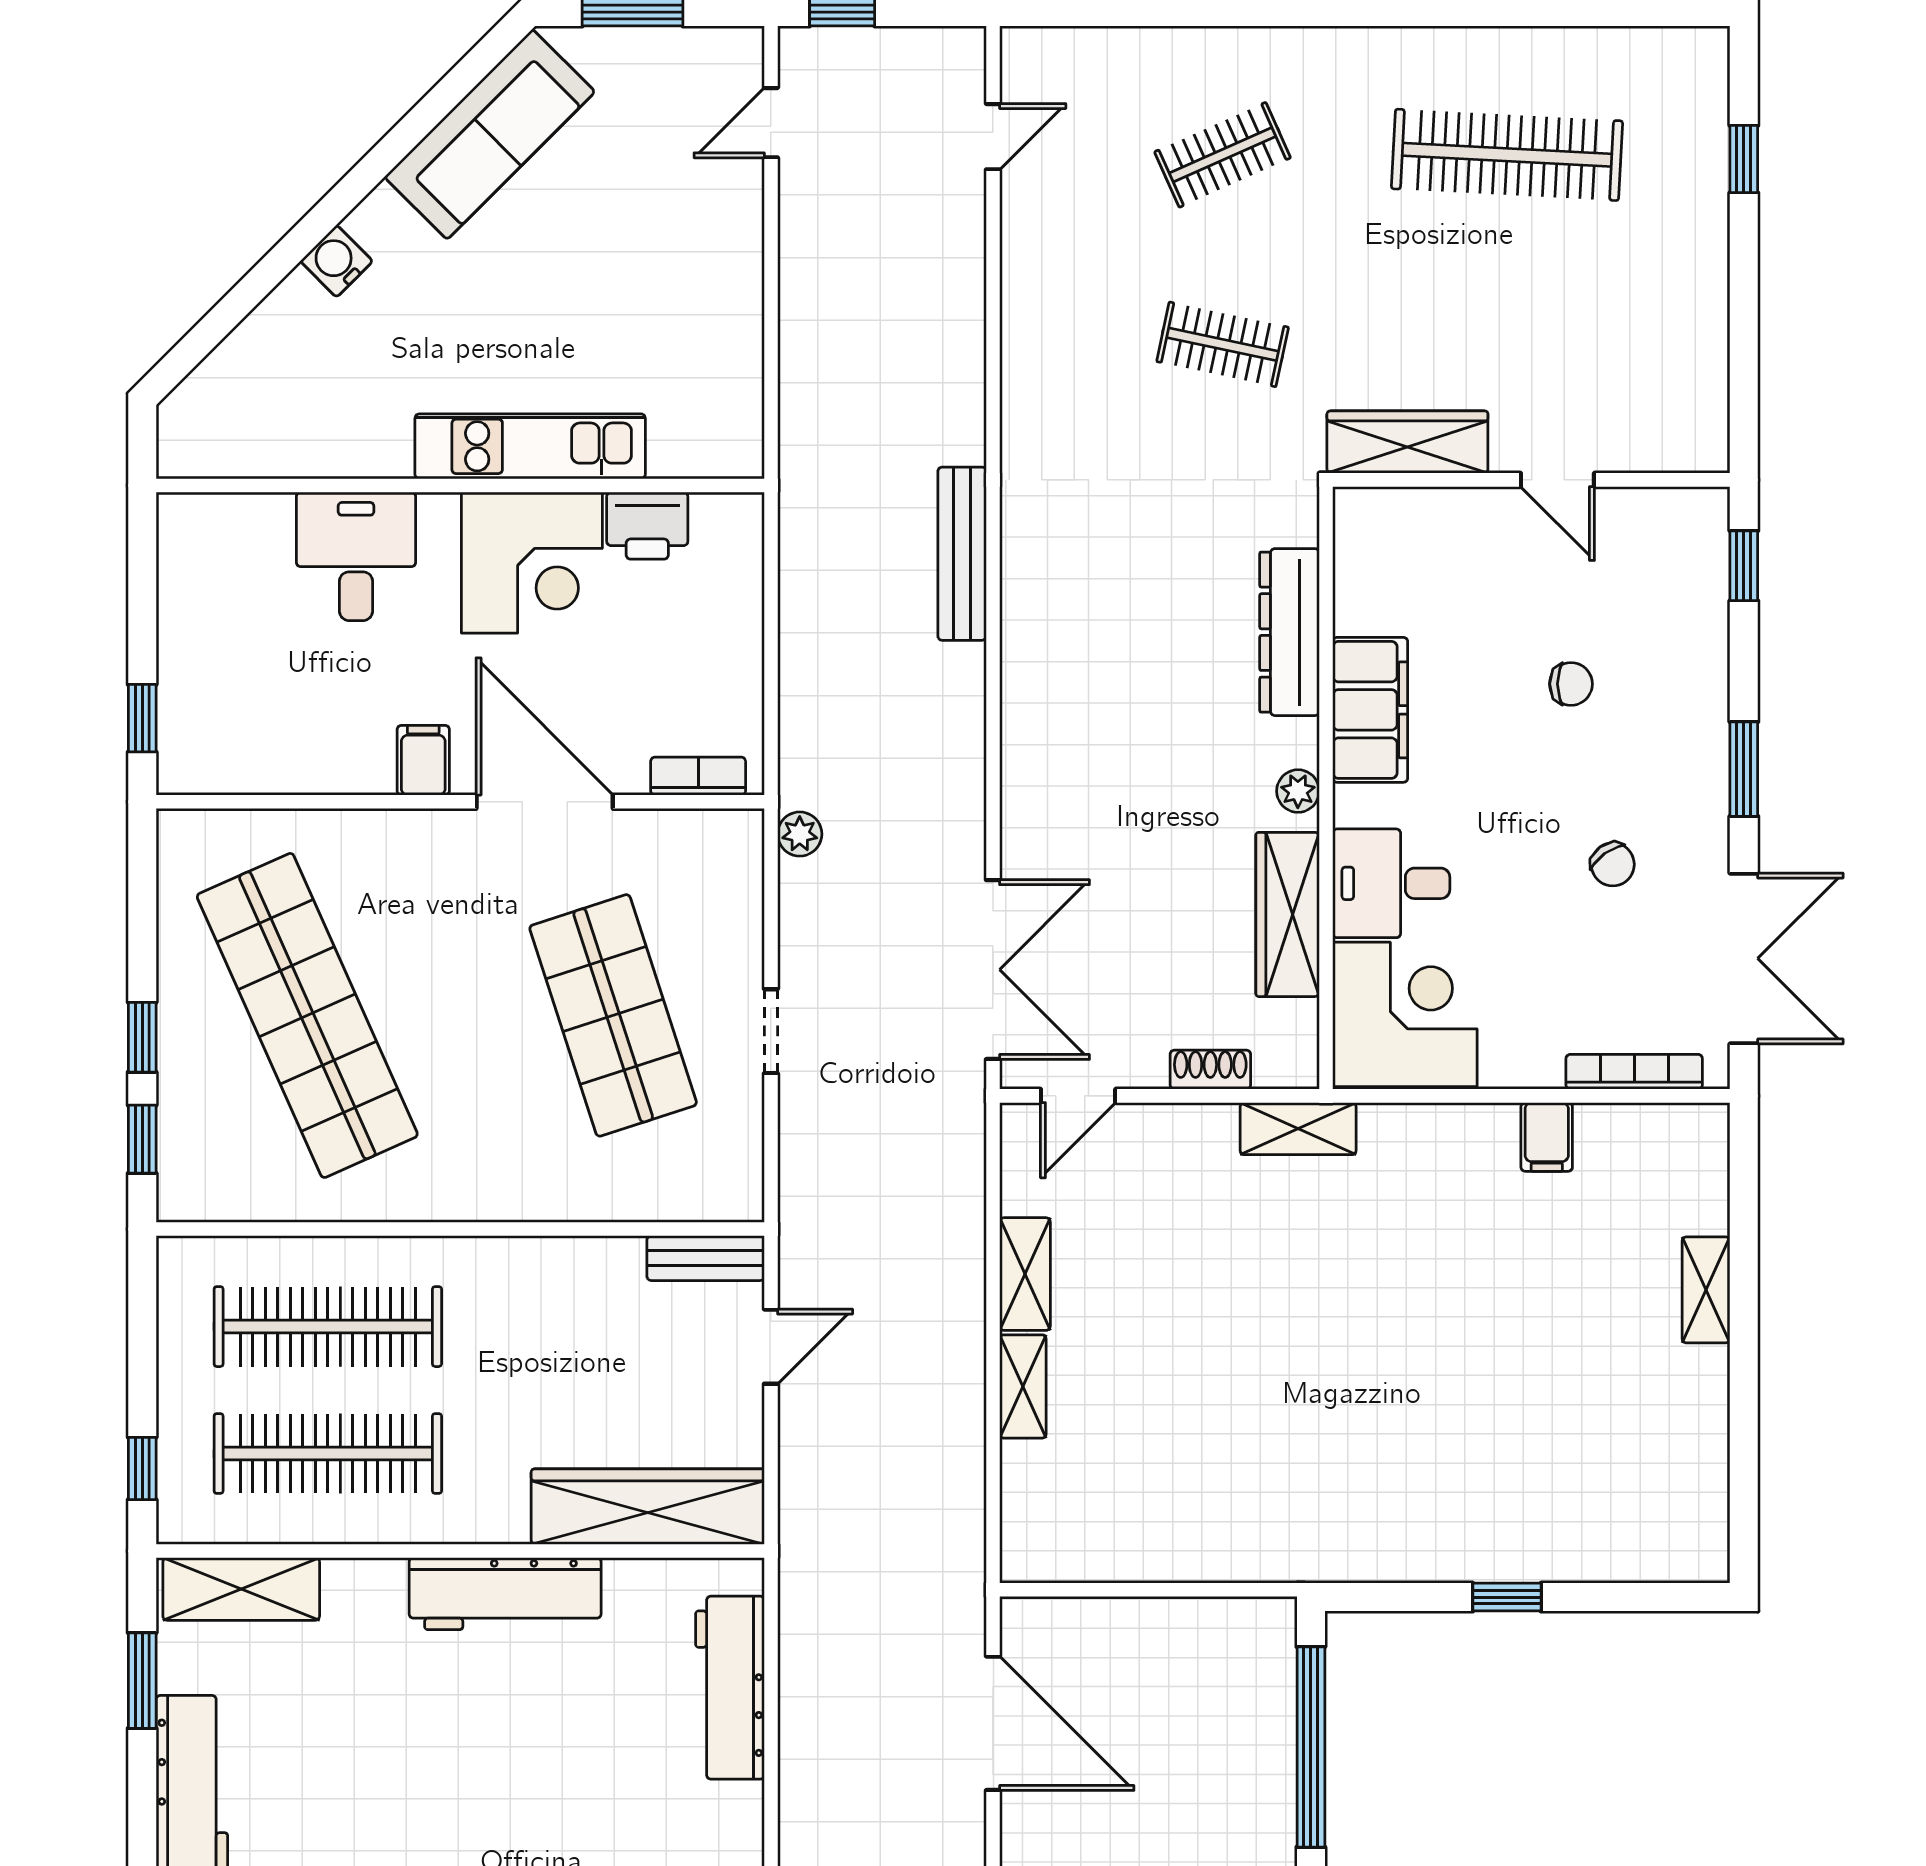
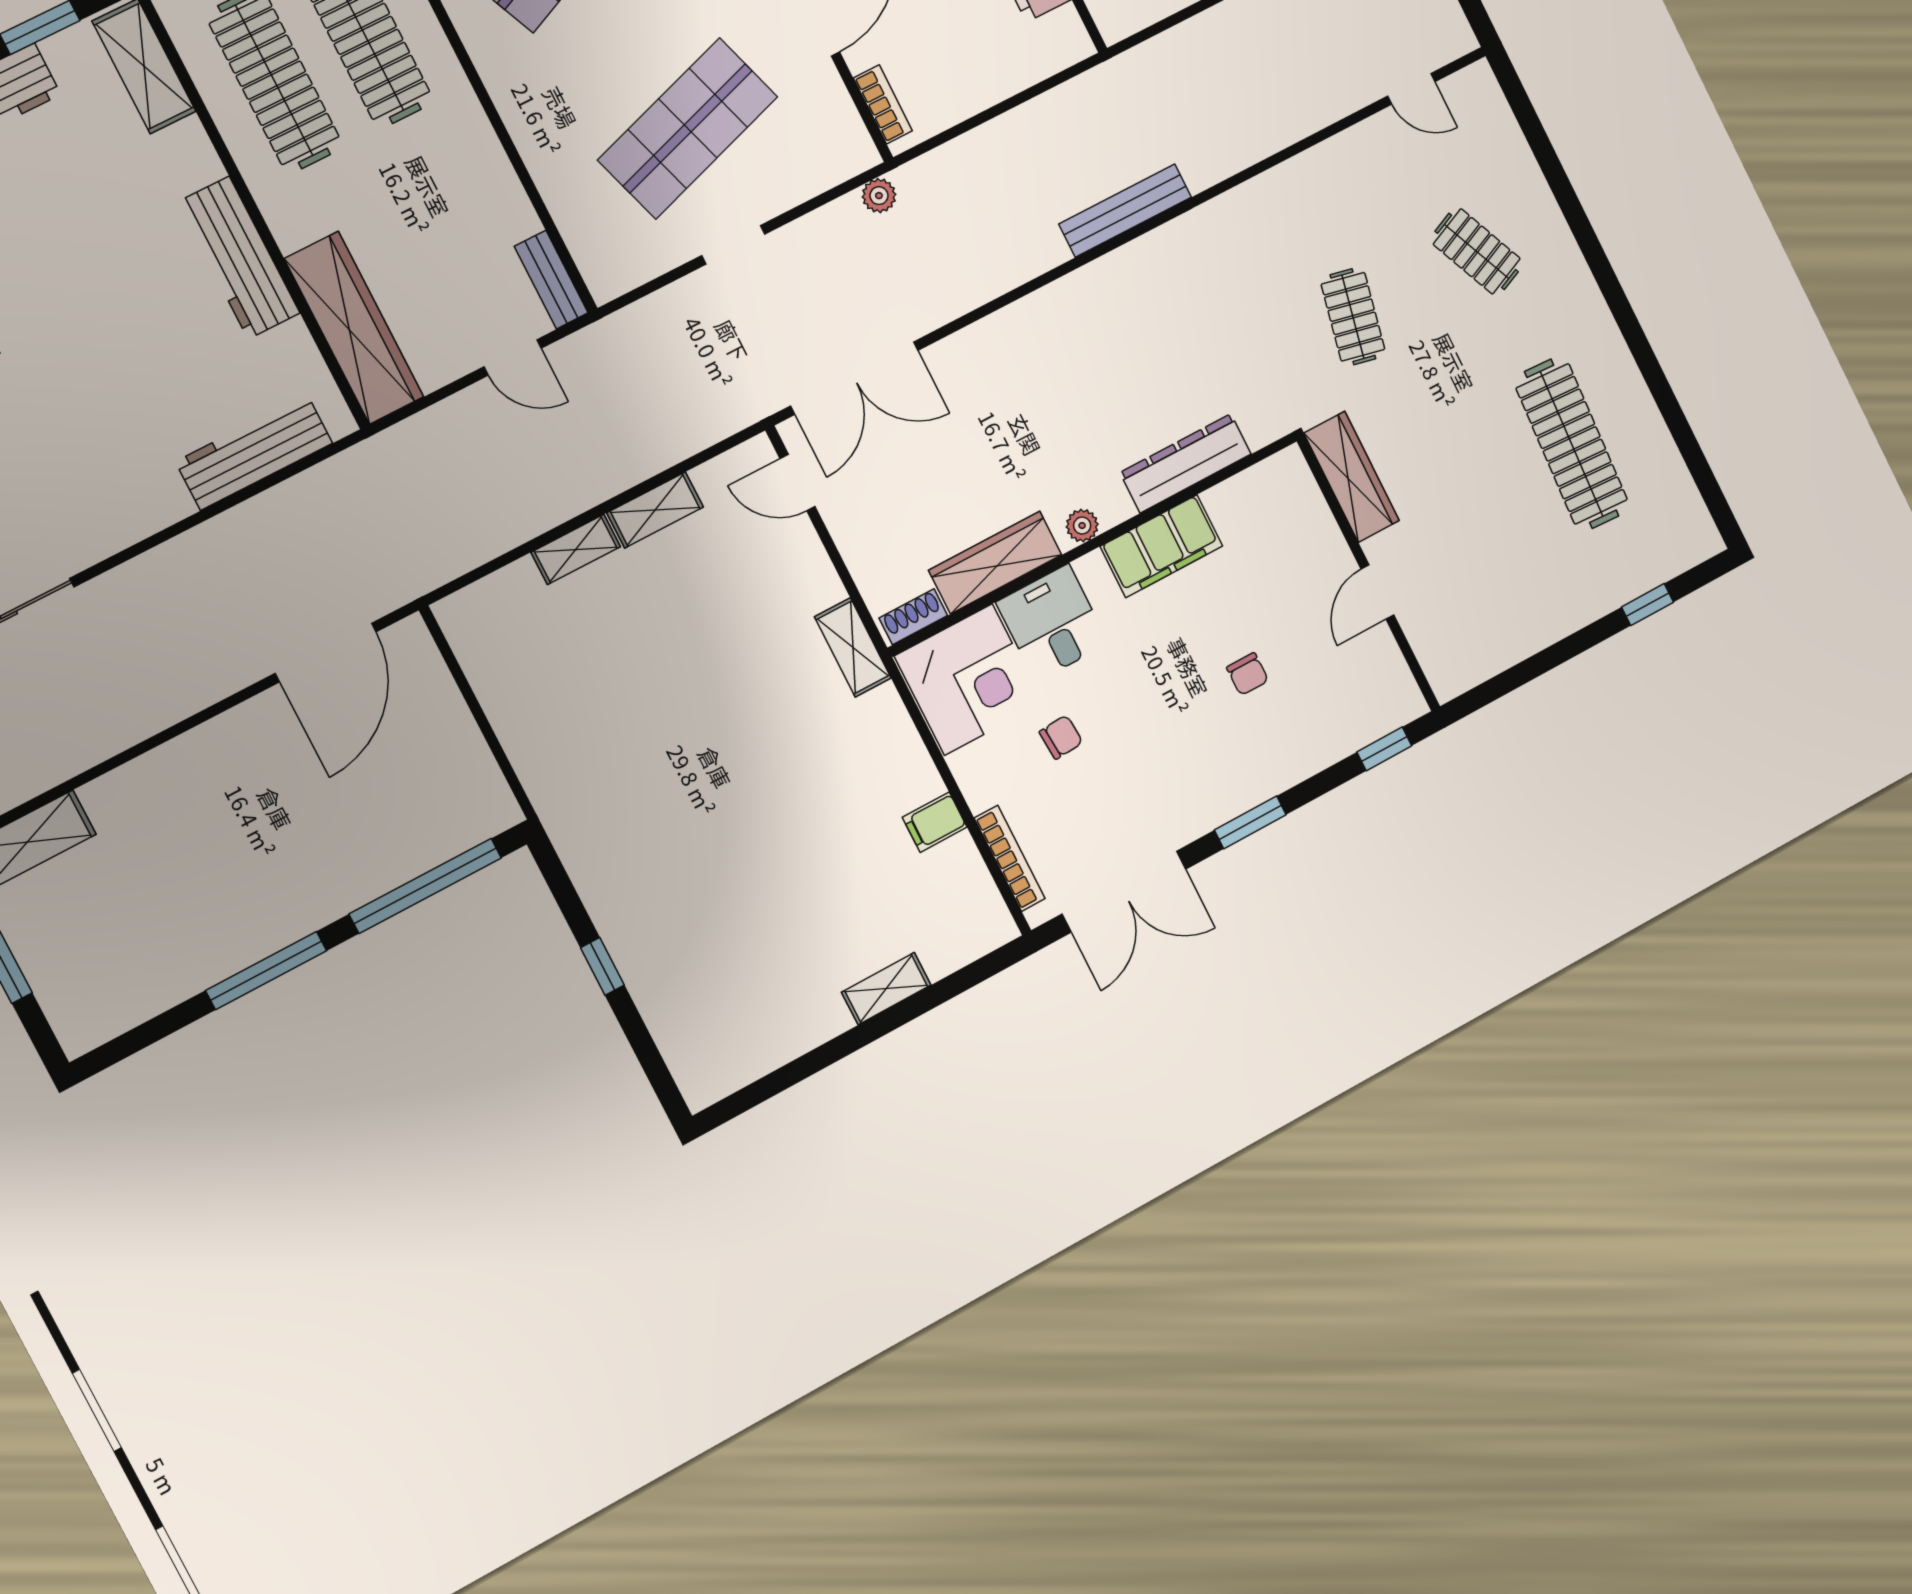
chair: (1613, 864) -> (1061, 737), moved, turned -148
shoe rack: (1210, 1070) -> (913, 617), moved, turned -90

